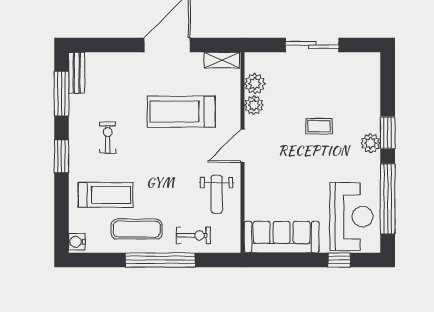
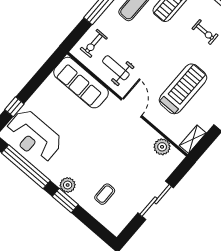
plant: (254, 105) -> (150, 135), removed
coffee table: (319, 126) -> (105, 194), moved
exercise bike: (193, 235) -> (94, 43), moved
sofa: (282, 237) -> (81, 83), moved, turned 90

